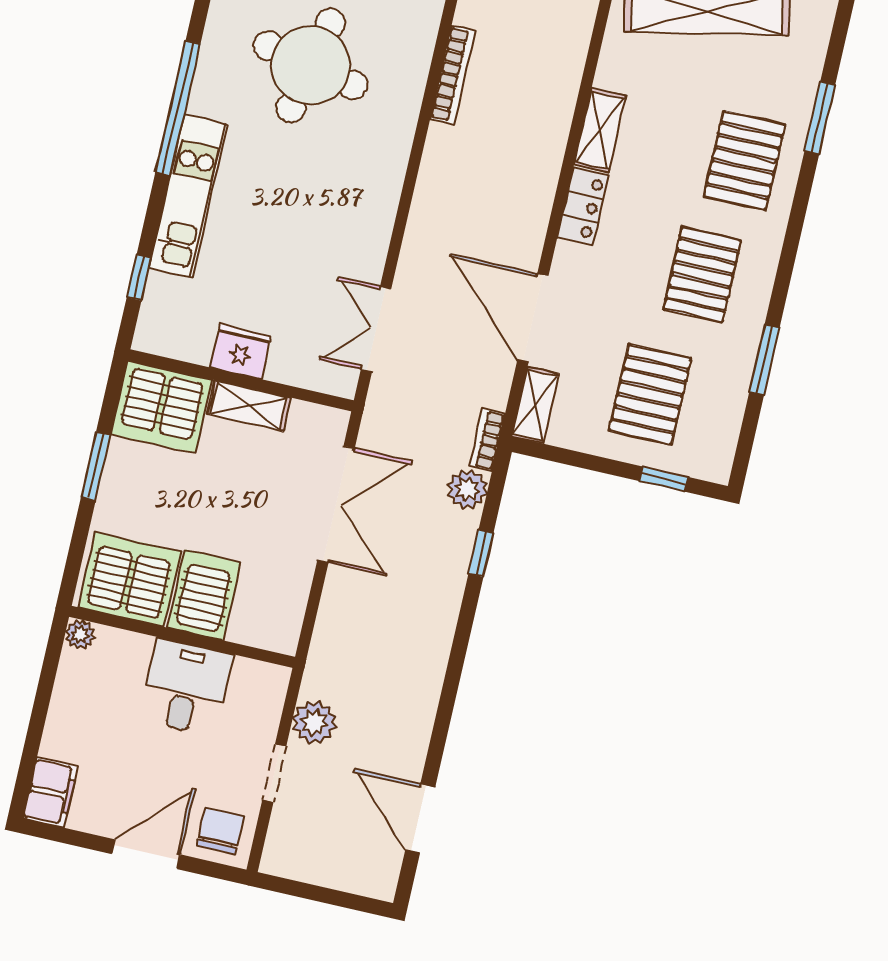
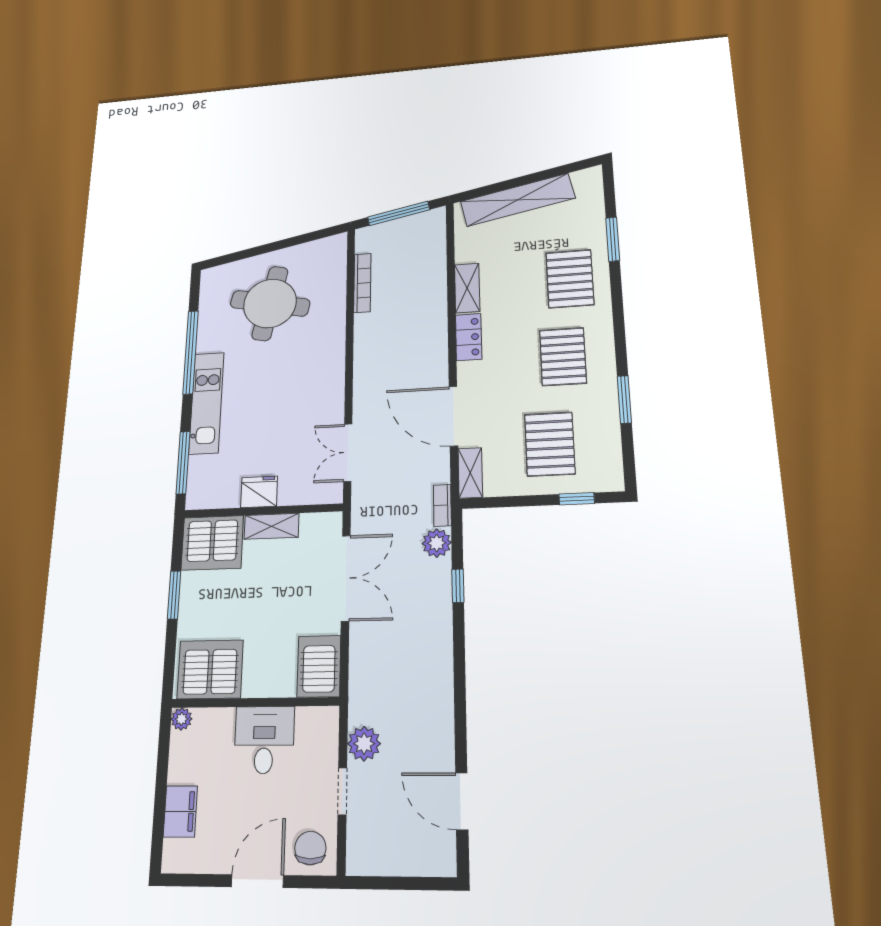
window: (139, 278) -> (183, 463), width x2.17
server rack: (204, 595) -> (319, 666), moved
filing cabinet: (50, 792) -> (180, 811), moved

